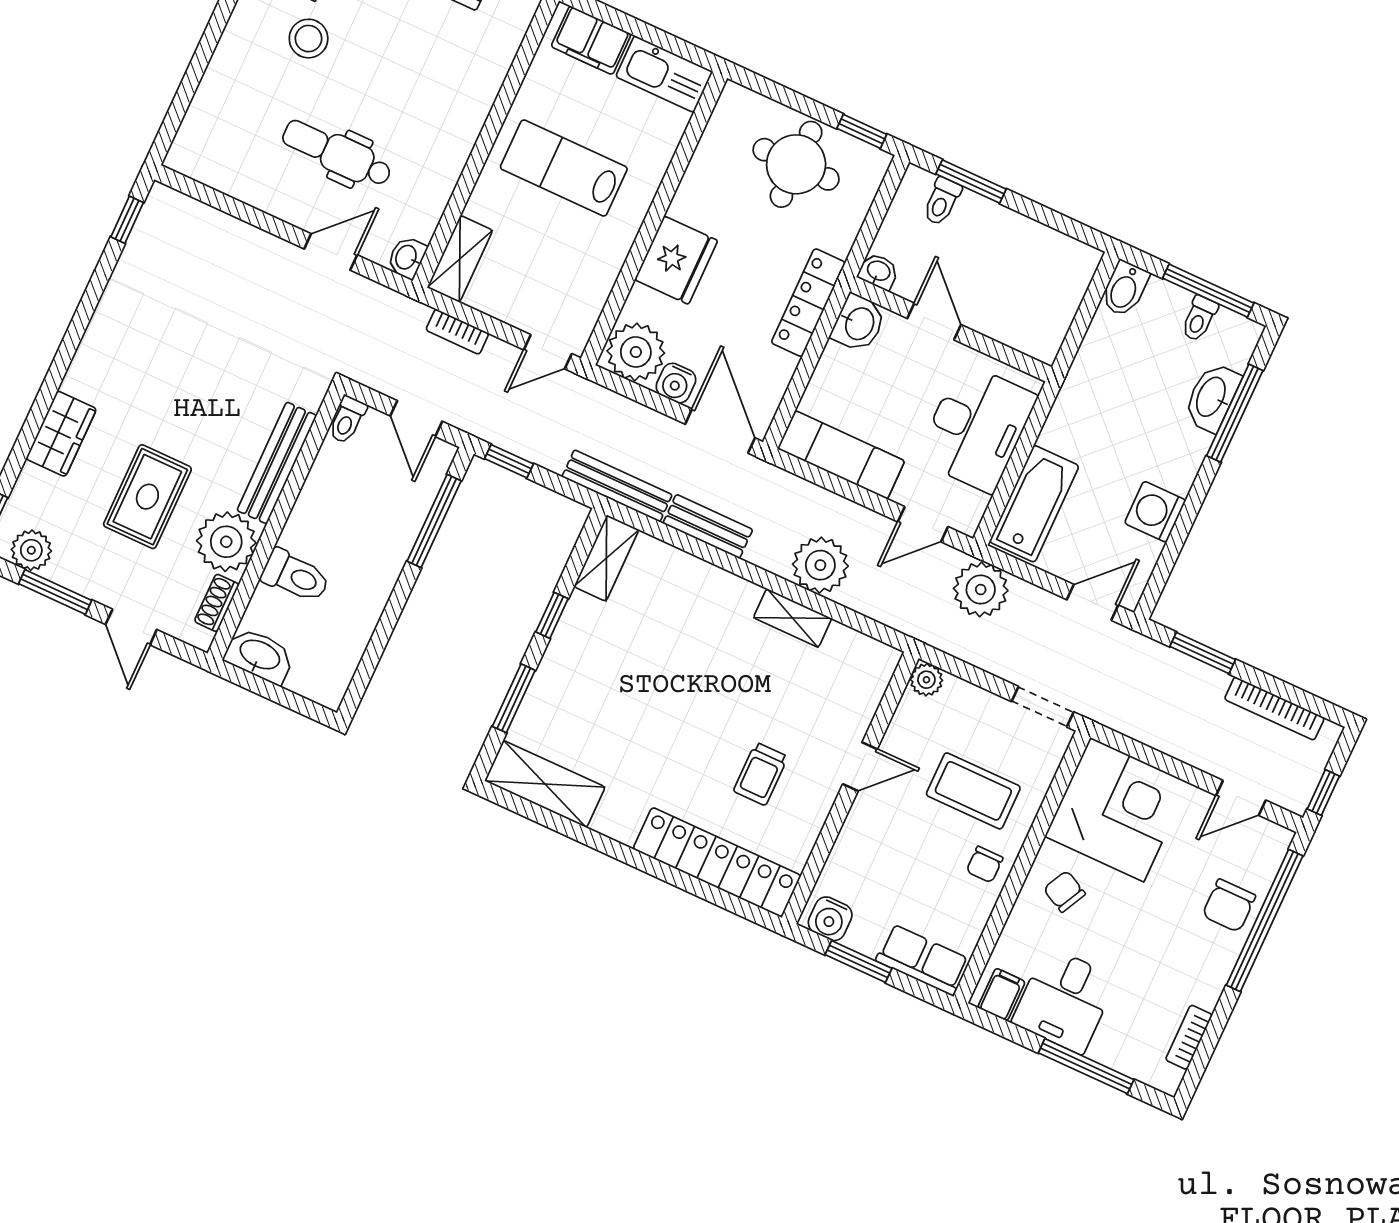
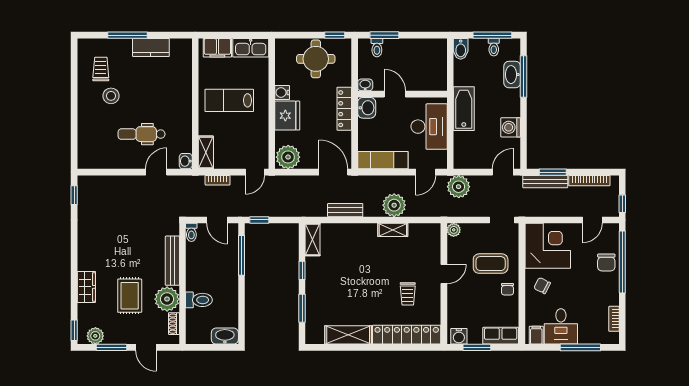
water cooler: (676, 383) -> (282, 93), moved, turned 90
bench: (617, 486) -> (545, 182), moved
bathtub: (1034, 504) -> (464, 109), moved
washbasin: (259, 656) -> (225, 336), moved
shelving: (545, 784) -> (348, 335), moved

